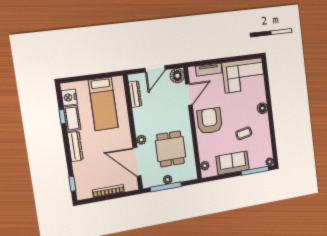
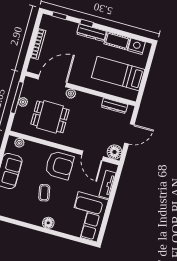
door: (155, 69) -> (129, 134), swing flipped
window: (62, 117) -> (87, 23), moved
coffee table: (244, 133) -> (44, 193), moved

